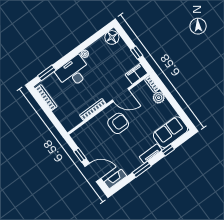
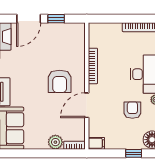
window: (137, 53) -> (134, 153), moved
armchair: (102, 64) -> (132, 110), added
filing cabinet: (136, 74) -> (96, 143), width x0.50

